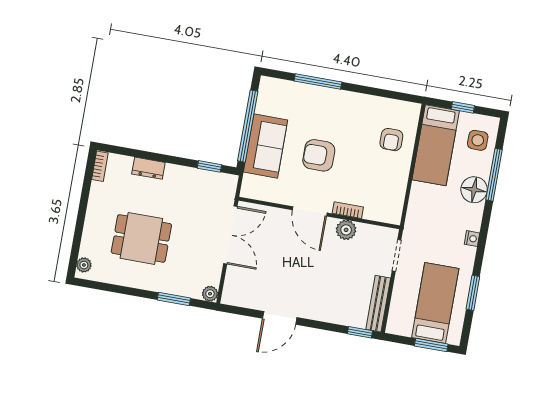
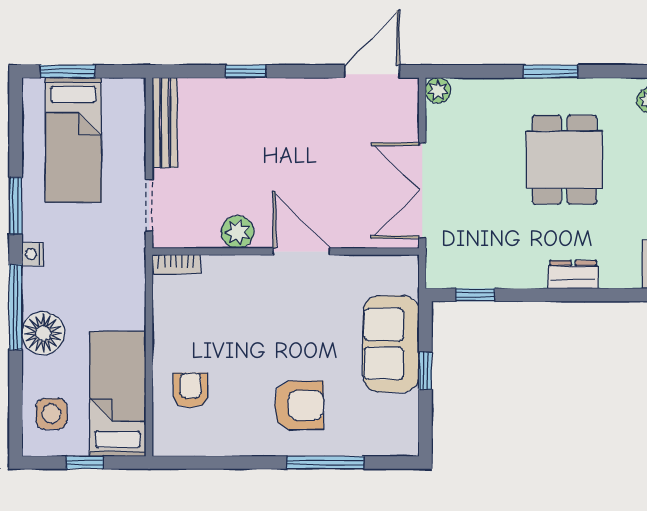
window: (248, 126) -> (425, 371), width x0.32
armchair: (319, 155) -> (299, 405), moved
window: (494, 175) -> (16, 307), moved
bookcase: (348, 210) -> (176, 264), moved
dining table: (141, 238) -> (564, 160), turned 90
window: (473, 293) -> (16, 206), moved
window: (174, 299) -> (551, 71), moved
door: (280, 318) -> (372, 71), moved
window: (360, 332) -> (246, 71), moved

